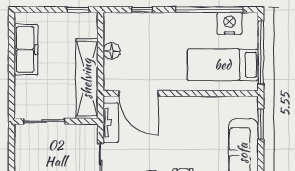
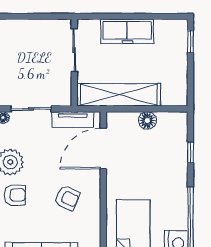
window: (78, 10) -> (190, 42), moved
freezer: (26, 50) -> (127, 31), moved
armchair: (186, 128) -> (67, 198), added

